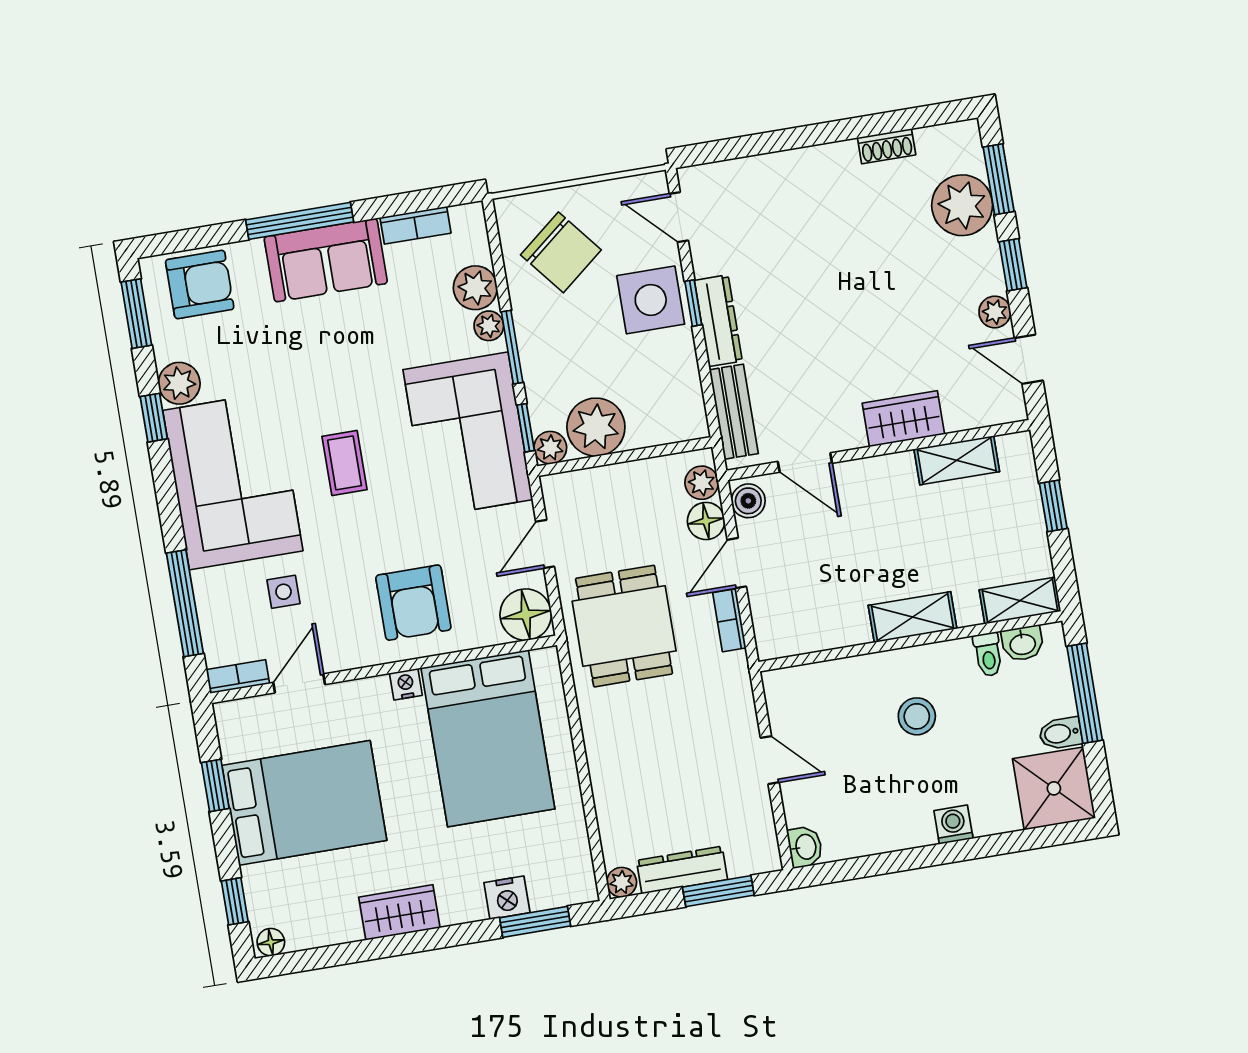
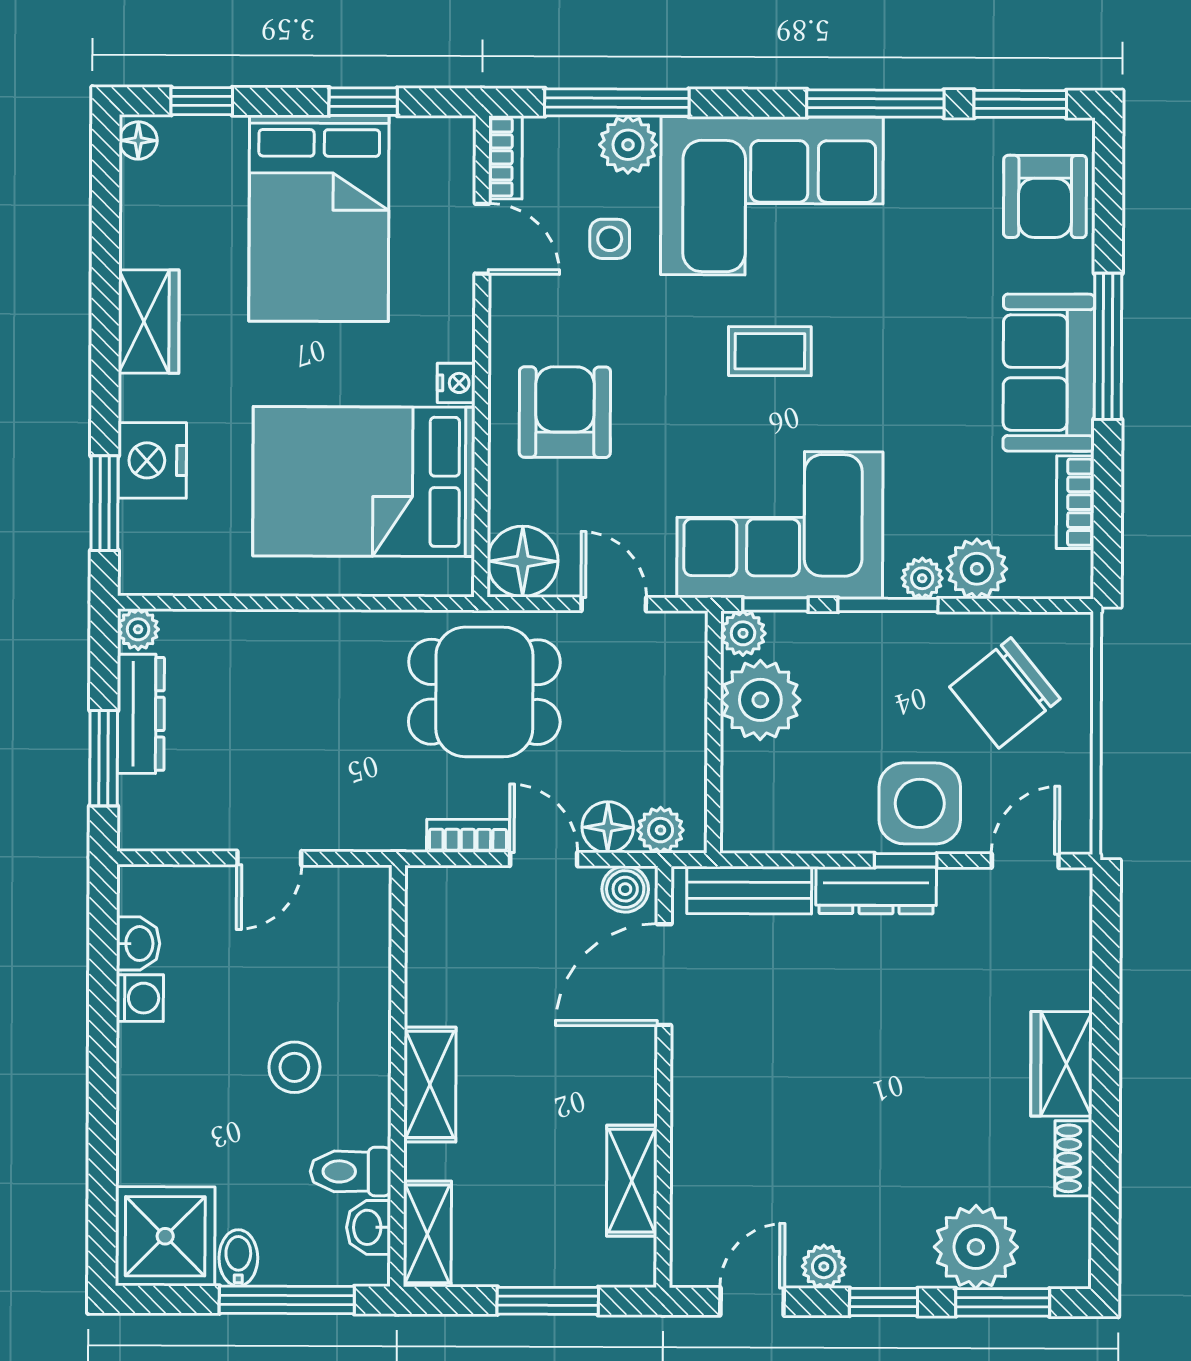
plant: (179, 383) -> (628, 145), moved
window: (154, 418) -> (875, 103), width x2.17
wardrobe: (903, 419) -> (1061, 1064), moved, turned 180
door: (805, 462) -> (664, 975), width x1.38
window: (1053, 506) -> (548, 1301), width x1.50
armchair: (413, 603) -> (565, 412), turned 90
toilet: (988, 654) -> (350, 1171), width x1.37, depth x1.39
washing machine: (953, 825) -> (140, 998), moved
washbasin: (805, 847) -> (138, 944), moved, turned -90
nightstand: (507, 898) -> (152, 460), width x1.36, depth x1.33

